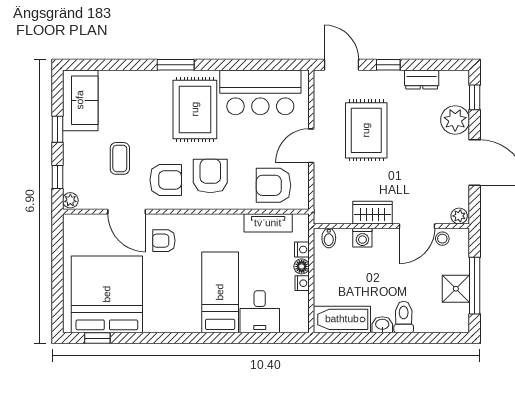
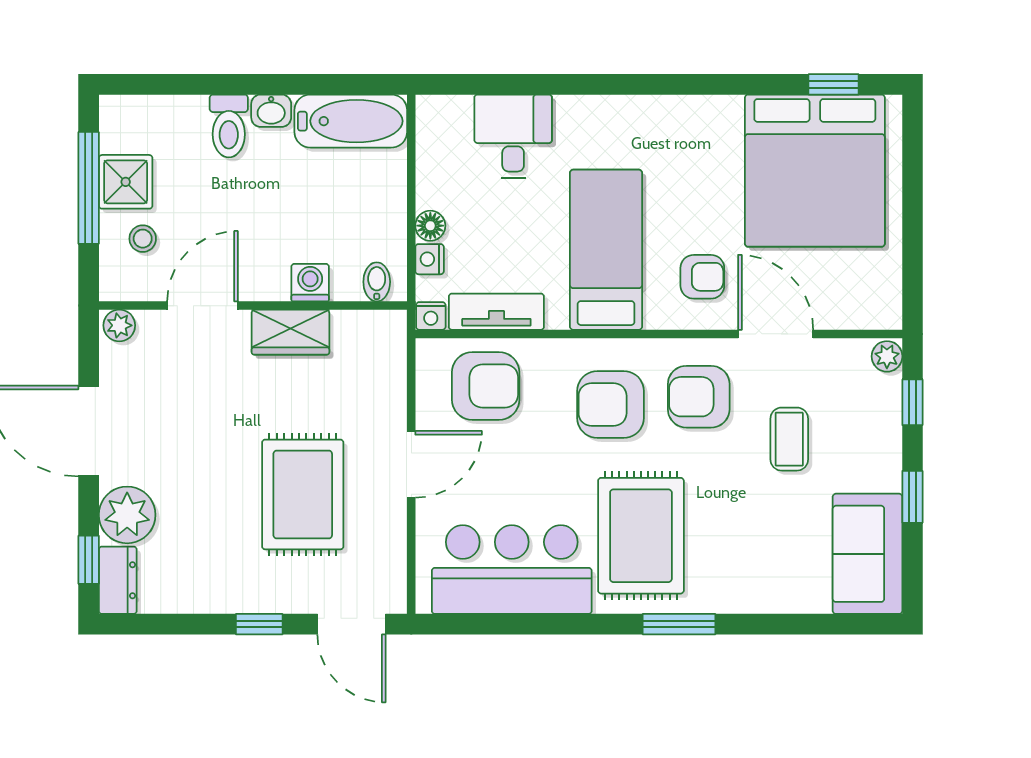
dresser: (422, 79) -> (118, 580), moved, turned 90
armchair: (210, 176) -> (611, 404), turned 90
stool: (442, 239) -> (143, 239), moved
nightstand: (302, 283) -> (431, 316), moved, turned -90
bed: (220, 292) -> (606, 250), moved, turned 180

